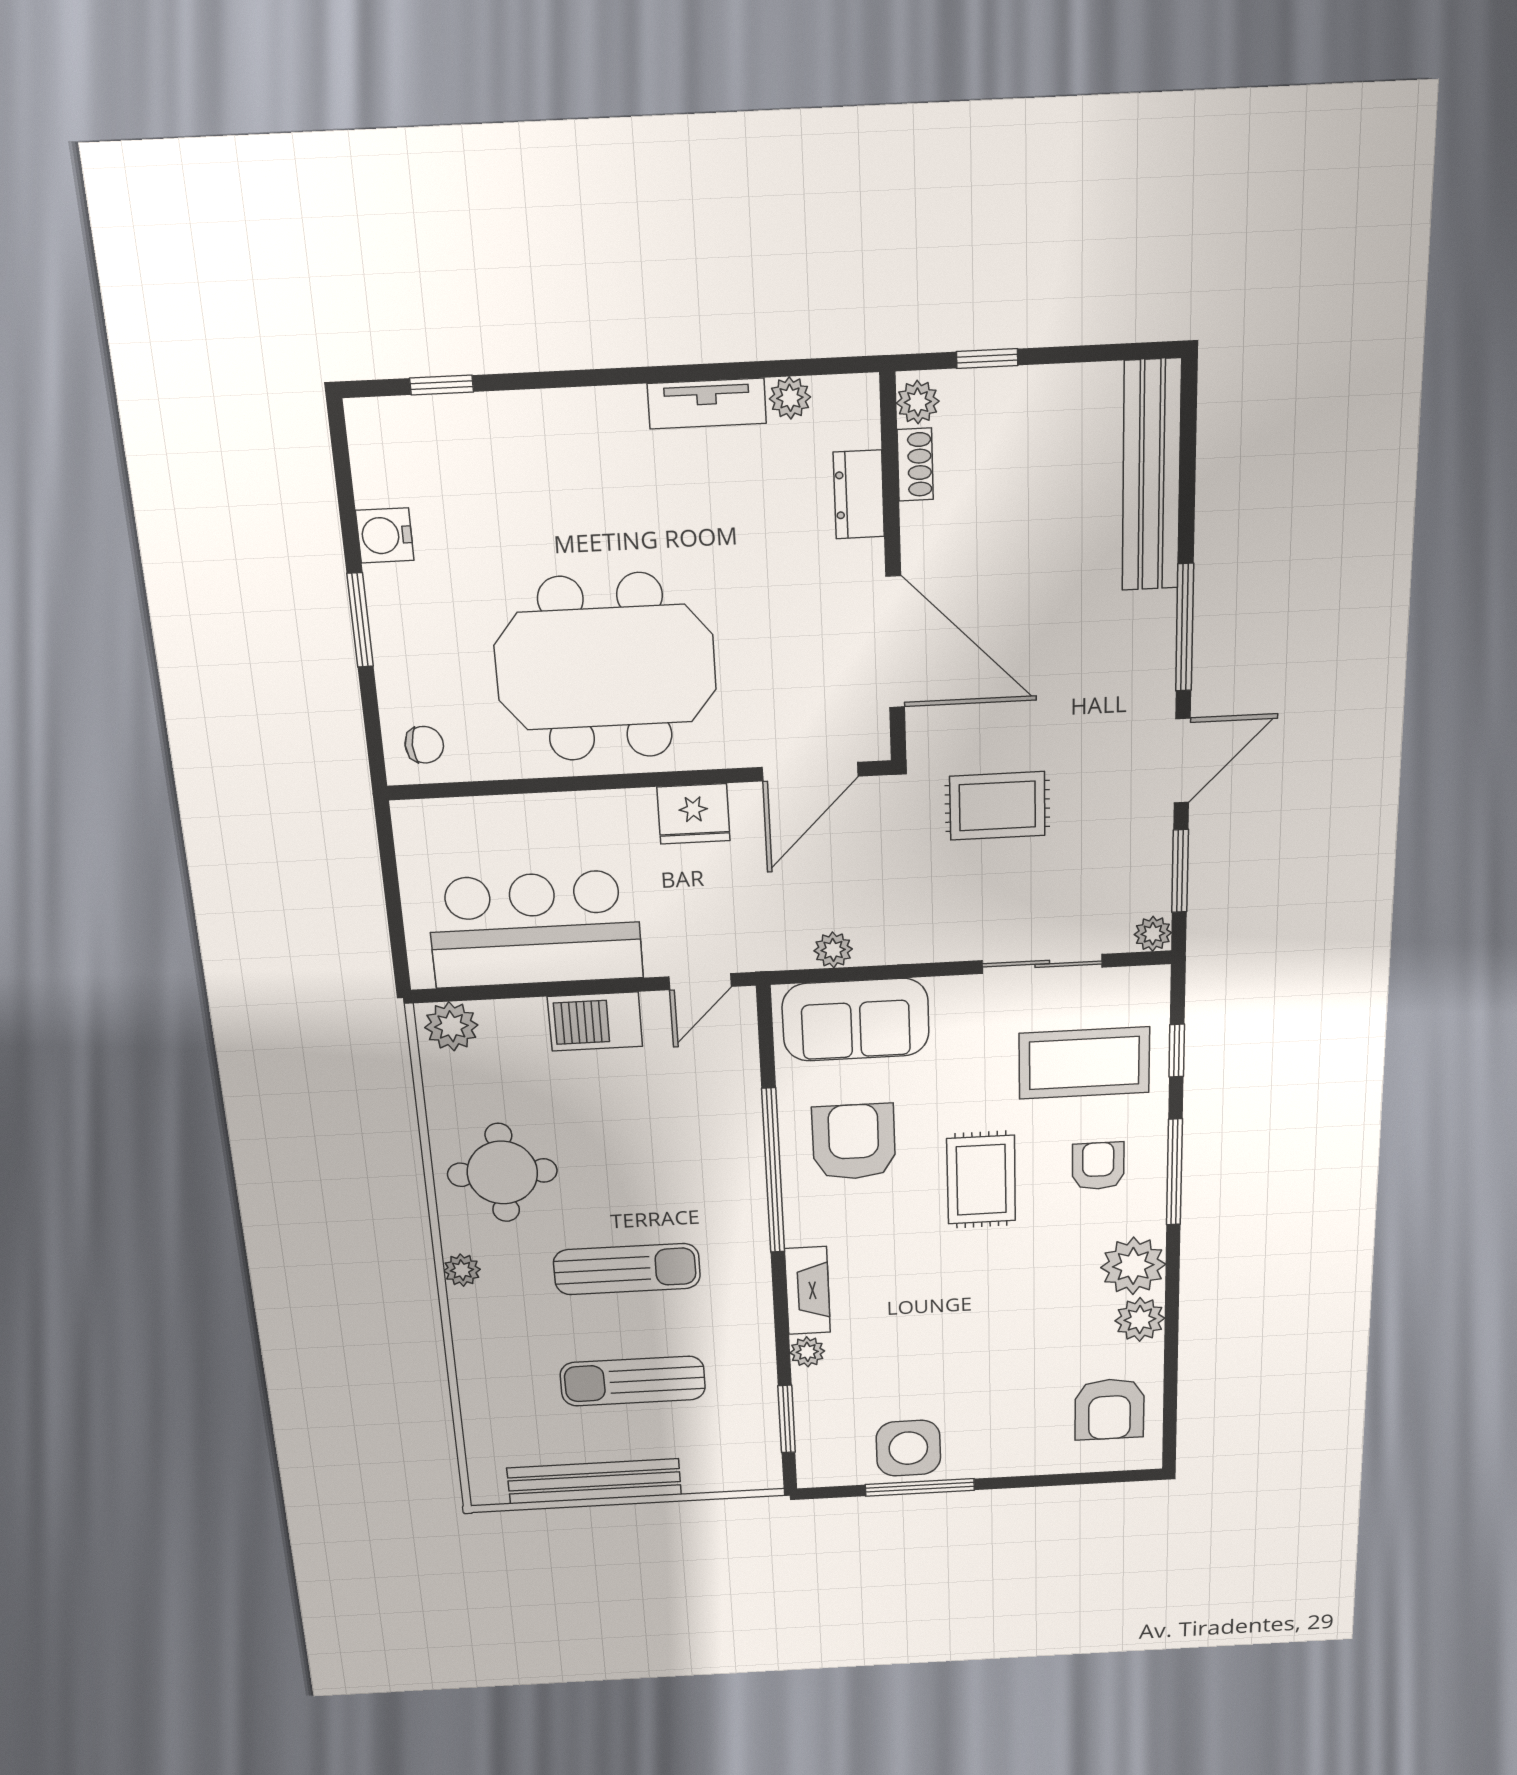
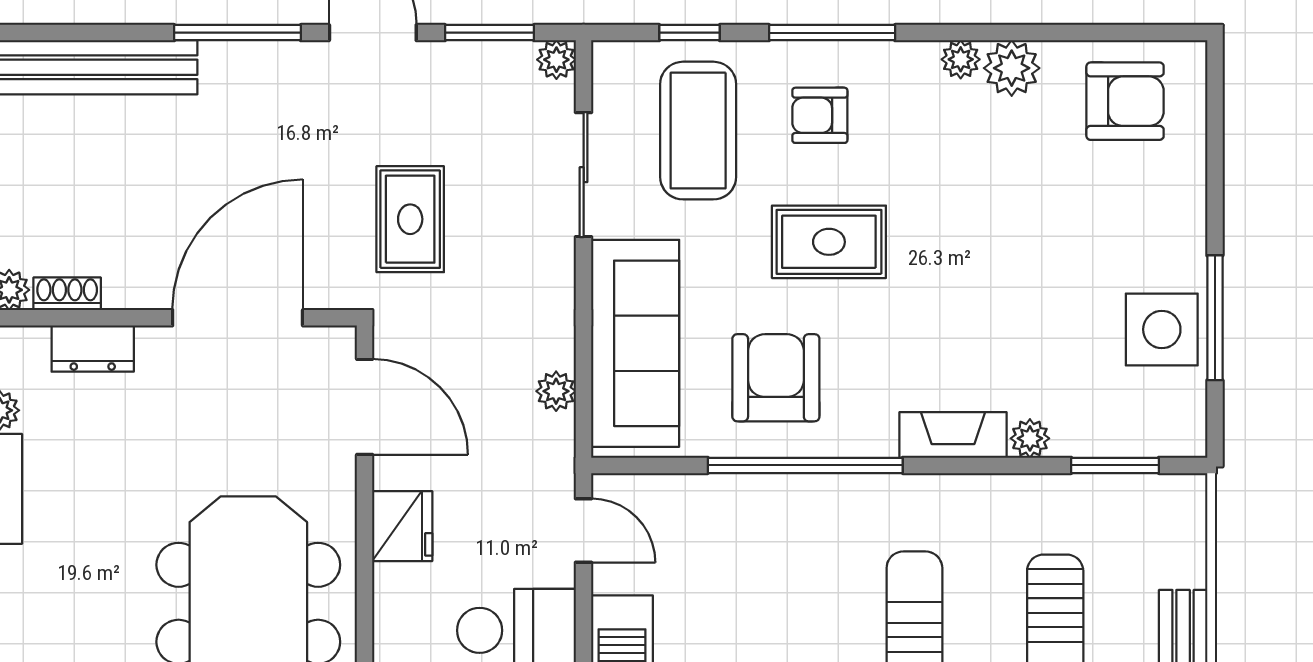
sofa: (856, 1020) -> (635, 343), width x1.36
armchair: (854, 1142) -> (776, 378), turned 90
plant: (1133, 1266) -> (961, 59), width x0.53, depth x0.53

